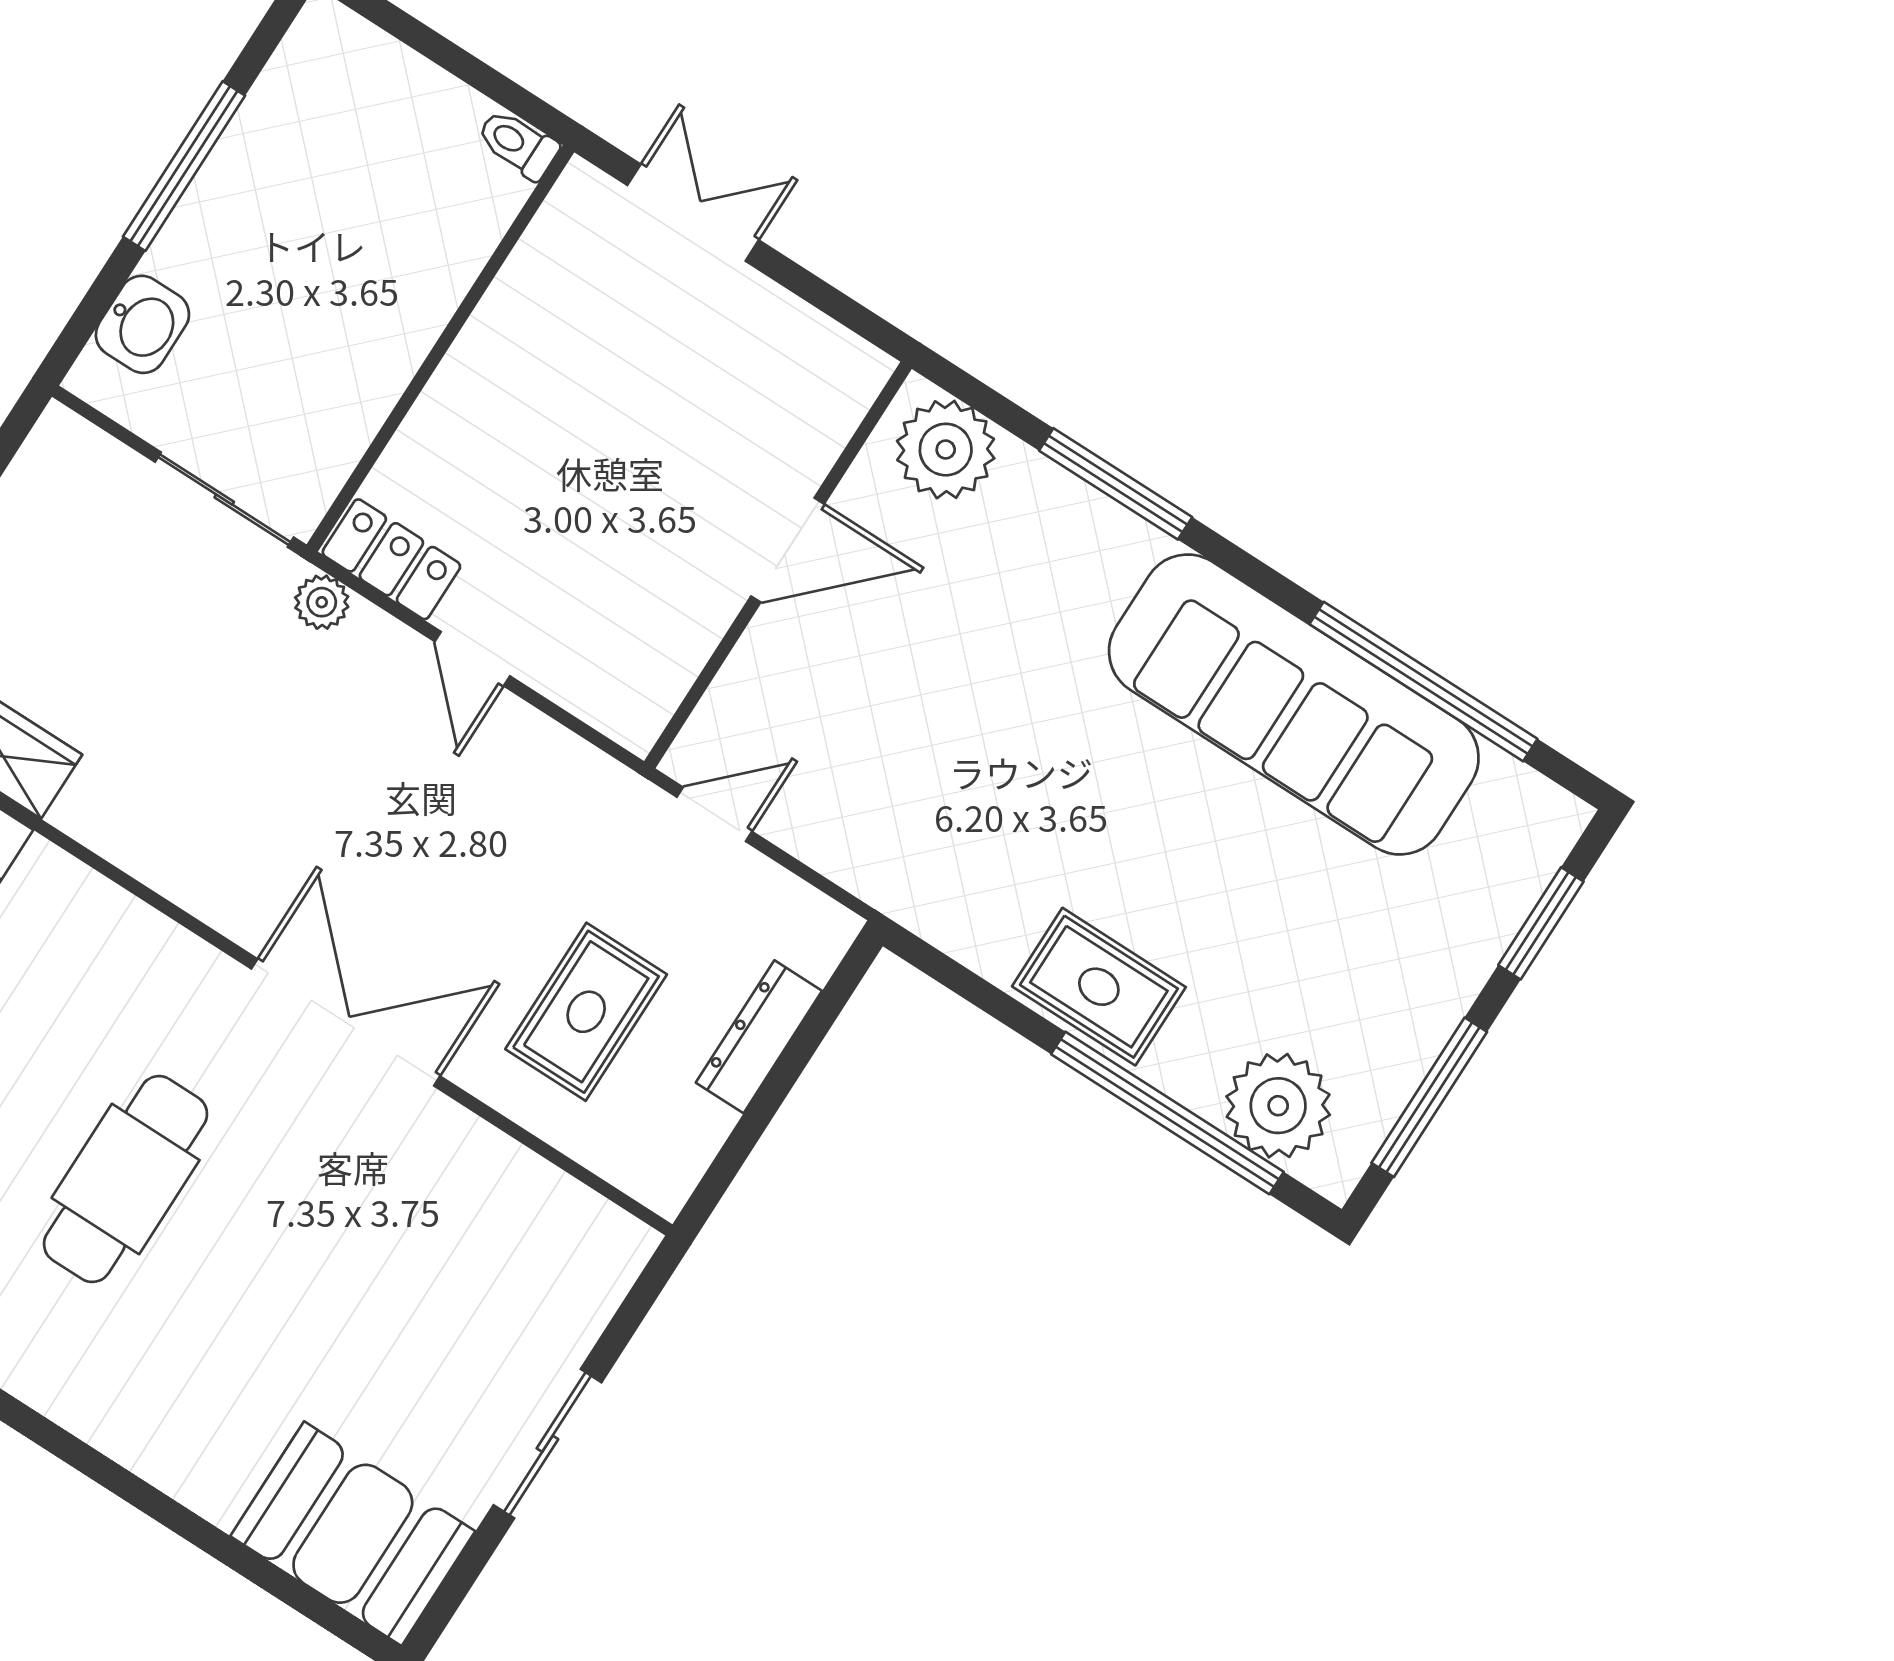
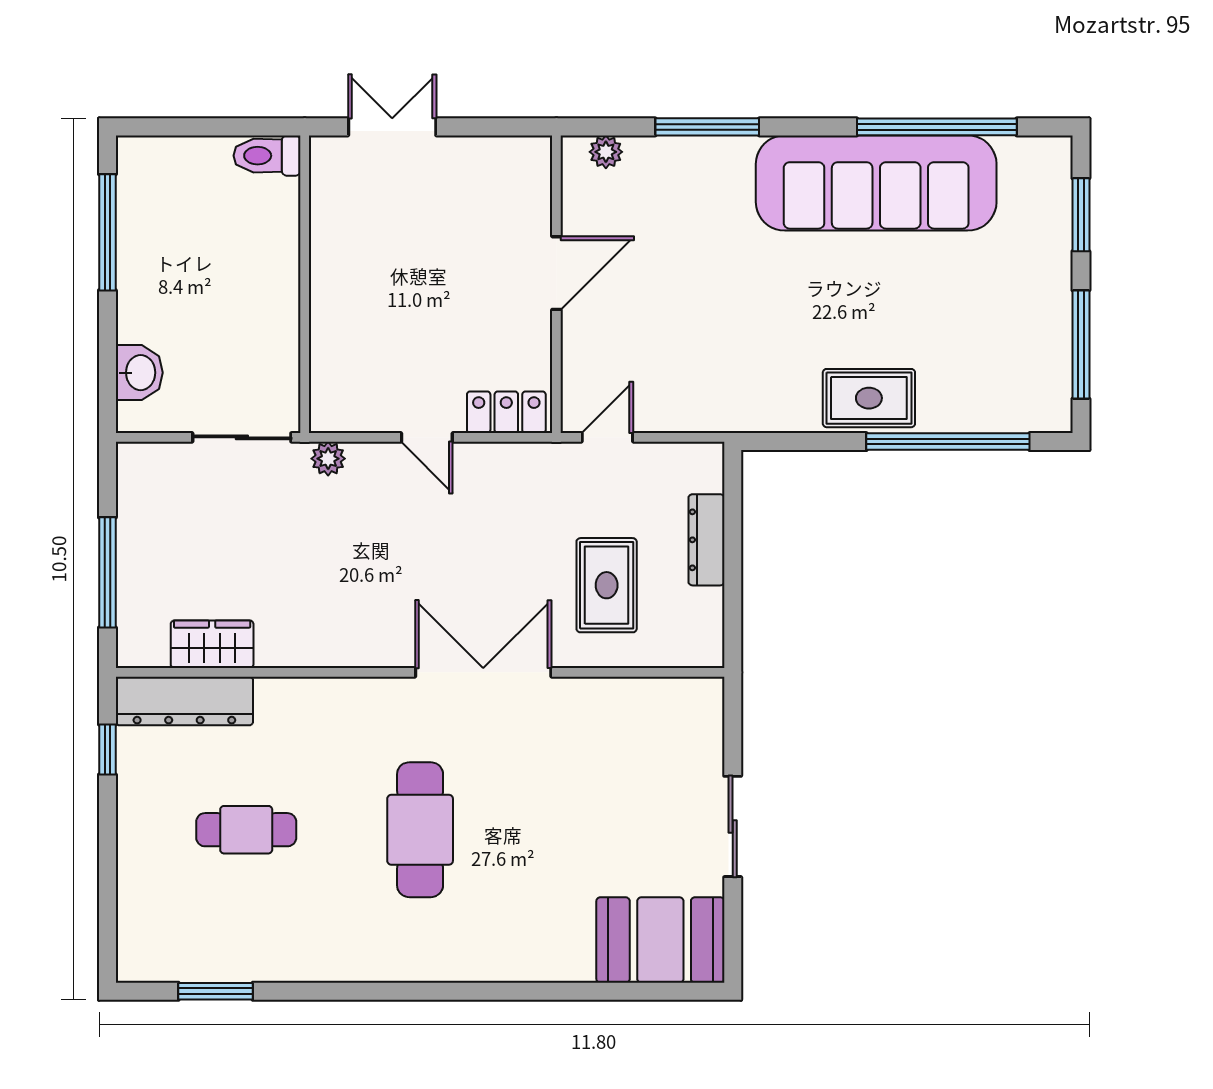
toilet: (518, 144) -> (267, 156), width x1.37, depth x1.39
window: (184, 166) -> (107, 232), moved
plant: (946, 450) -> (606, 152), width x0.53, depth x0.53
locker: (391, 559) -> (506, 412), moved
plant: (1278, 1106) -> (1004, 400), removed

